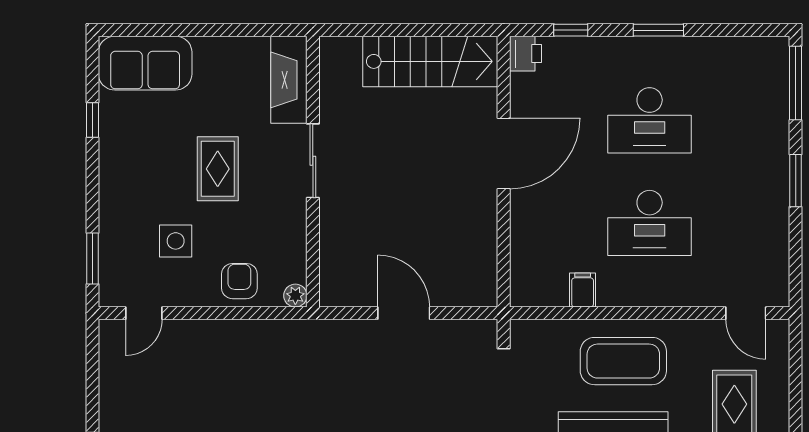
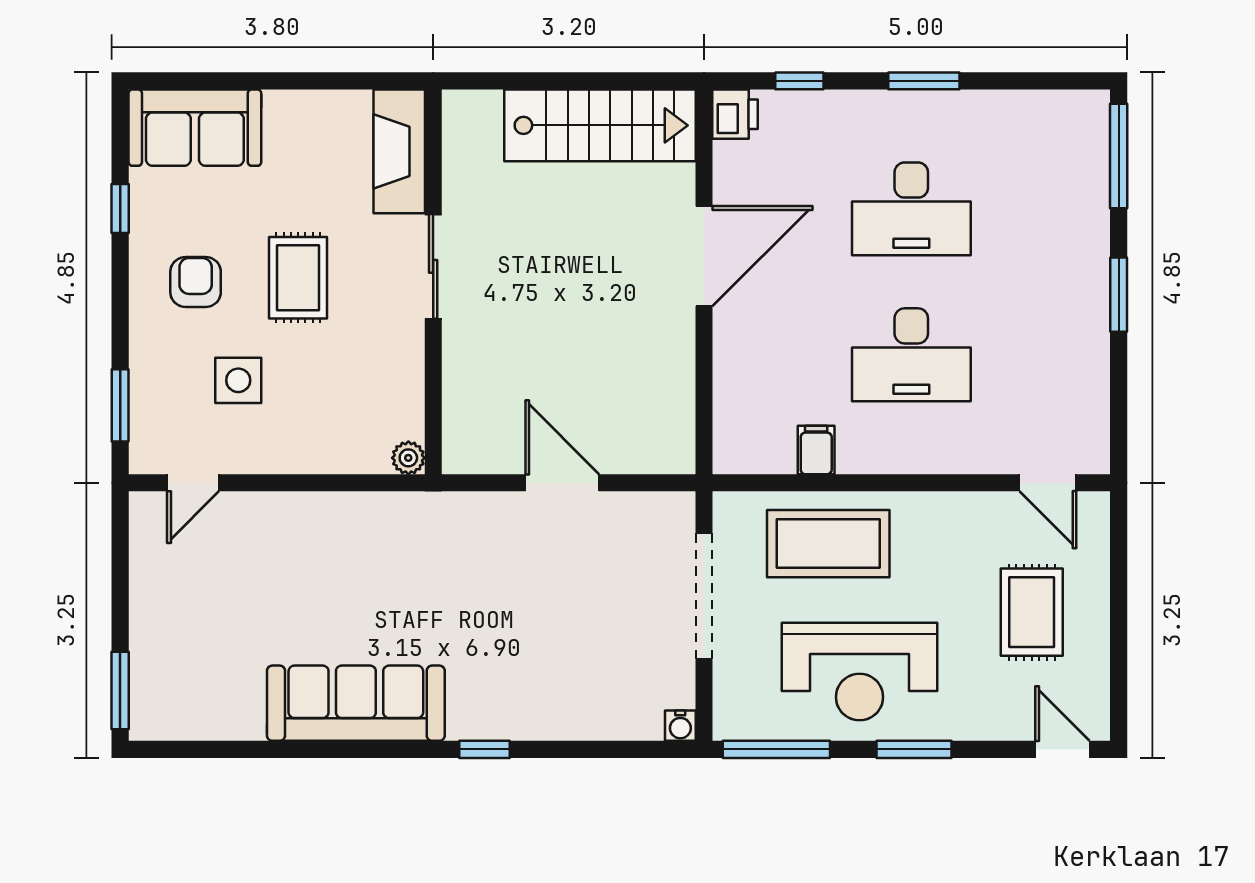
armchair: (239, 281) -> (196, 282), moved
coffee table: (623, 361) -> (828, 544), moved

